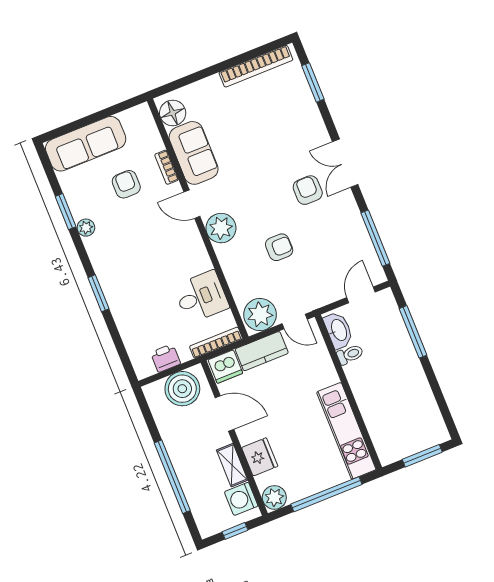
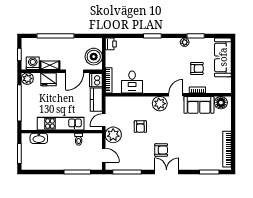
plant: (260, 315) -> (113, 135), moved
washbasin: (338, 330) -> (39, 138), moved
printer: (166, 358) -> (111, 44), moved
kitchen unit: (346, 431) -> (61, 124), moved

